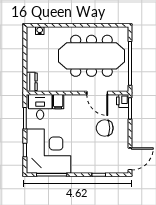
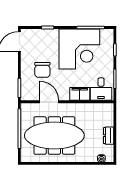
dresser: (32, 82) -> (109, 136), moved
printer: (123, 101) -> (26, 94), removed
filing cabinet: (58, 102) -> (80, 94), width x2.00
chair: (105, 128) -> (42, 70), turned 90
corner desk: (49, 151) -> (79, 49), moved, turned -90

